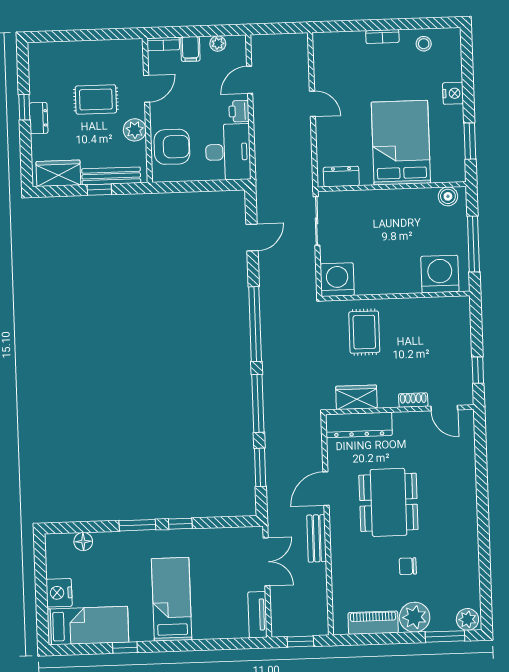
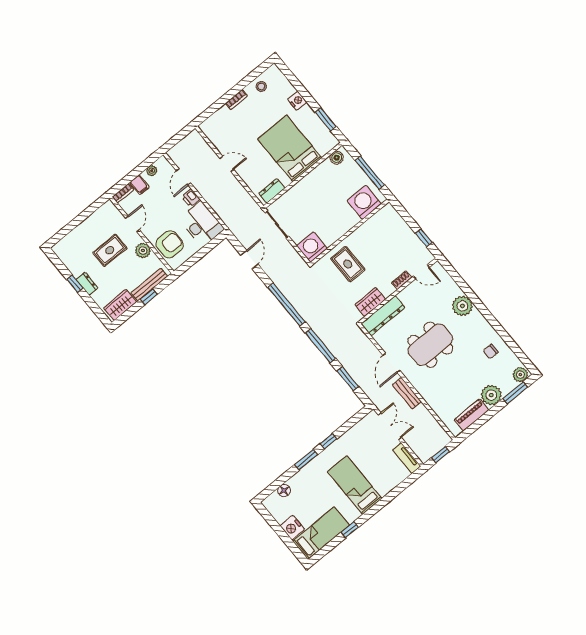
plant: (462, 486) -> (462, 306), added
dining table: (388, 502) -> (430, 345), turned 90
chair: (408, 566) -> (491, 351), moved

